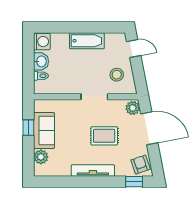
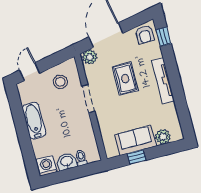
armchair: (141, 164) -> (145, 34), turned -71

